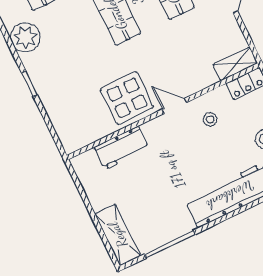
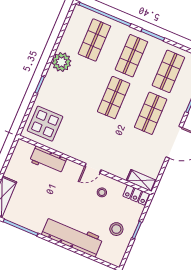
display table: (127, 98) -> (45, 124), moved
door: (174, 106) -> (93, 168), swing flipped

